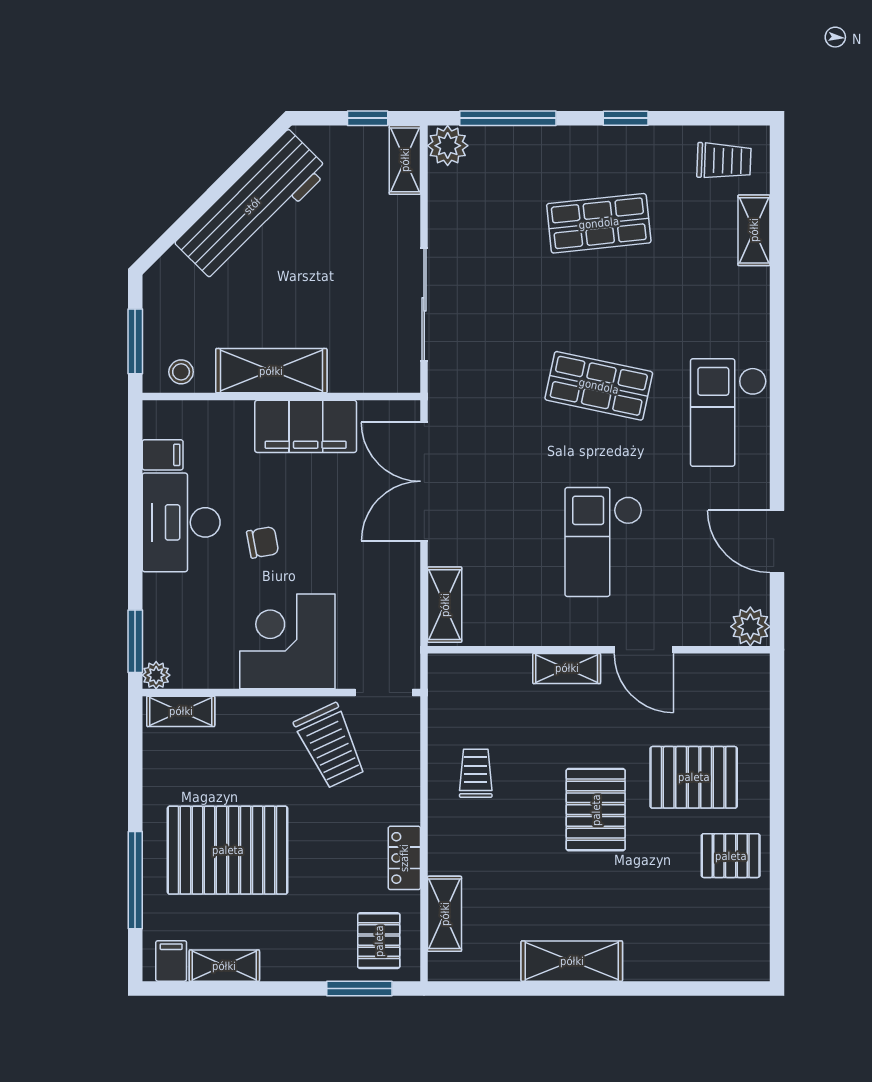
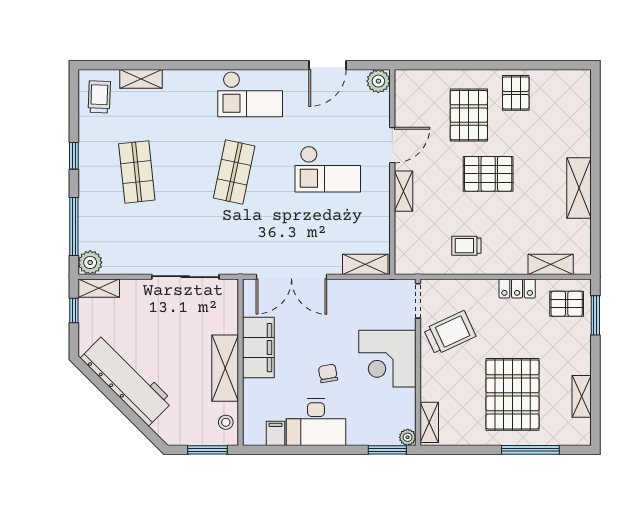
filing cabinet: (171, 961) -> (579, 428), removed

